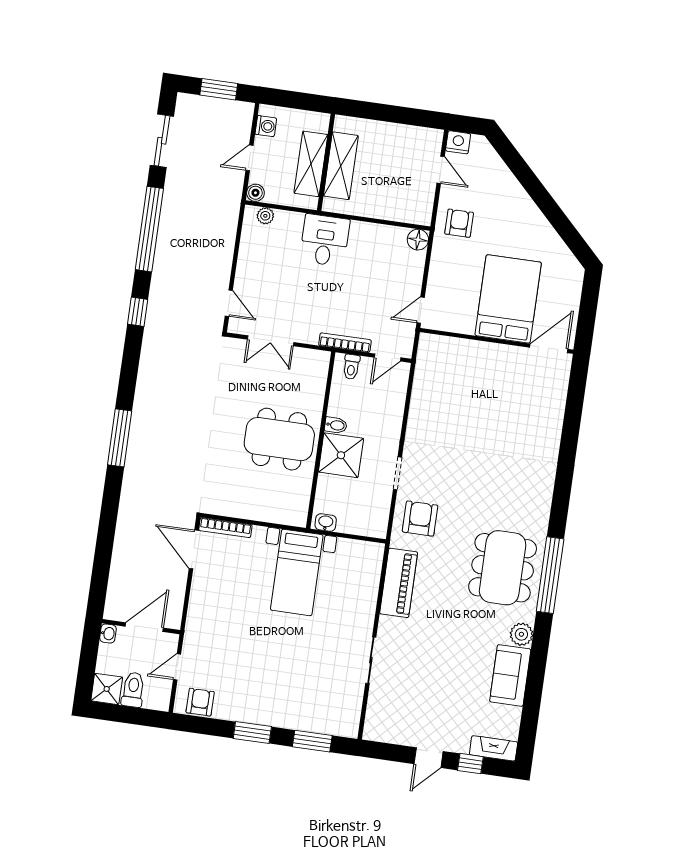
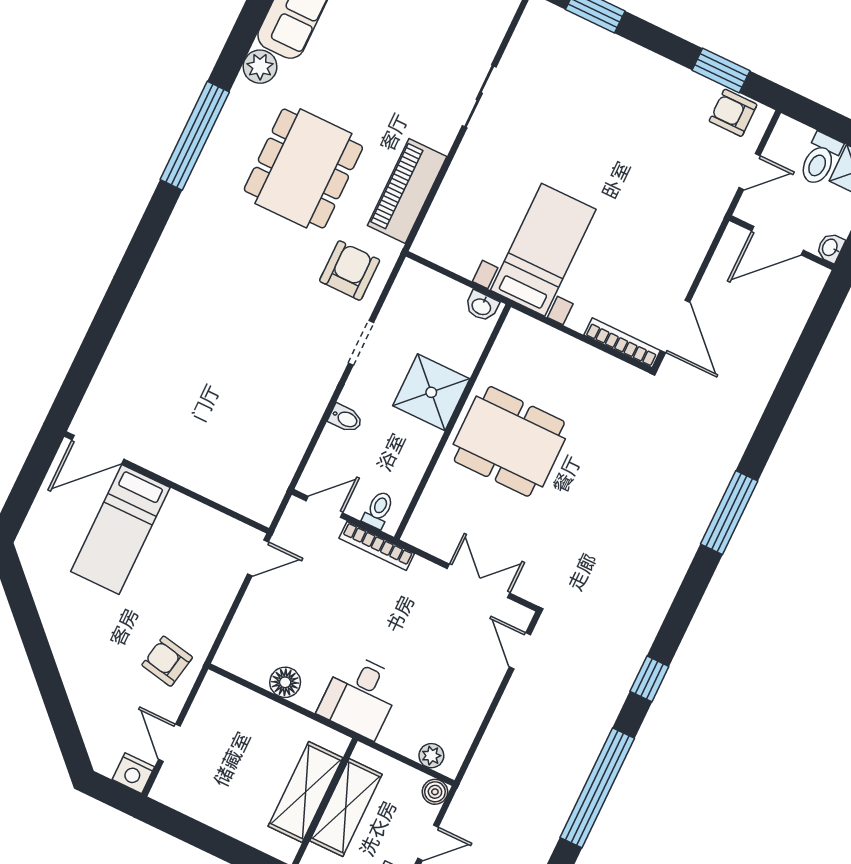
armchair: (459, 223) -> (167, 661), turned 101
floor lamp: (418, 240) -> (285, 682), moved
bed: (508, 299) -> (120, 530), width x0.67
bidet: (336, 425) -> (345, 418), moved, turned 180
armchair: (420, 519) -> (350, 271), turned 180
dining table: (503, 568) -> (303, 168), moved
armchair: (200, 702) -> (733, 113), turned 90
window: (252, 733) -> (721, 71), moved

